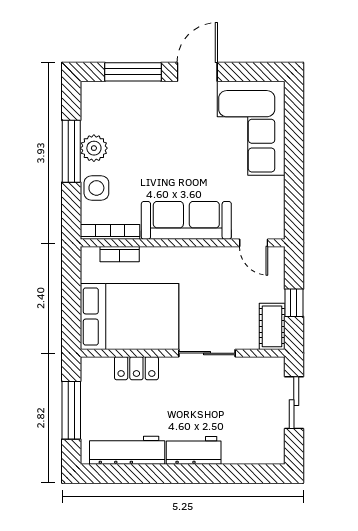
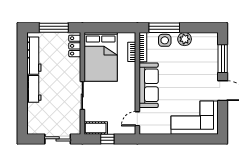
window: (71, 151) -> (164, 28), moved
locker: (136, 368) -> (75, 46), moved

